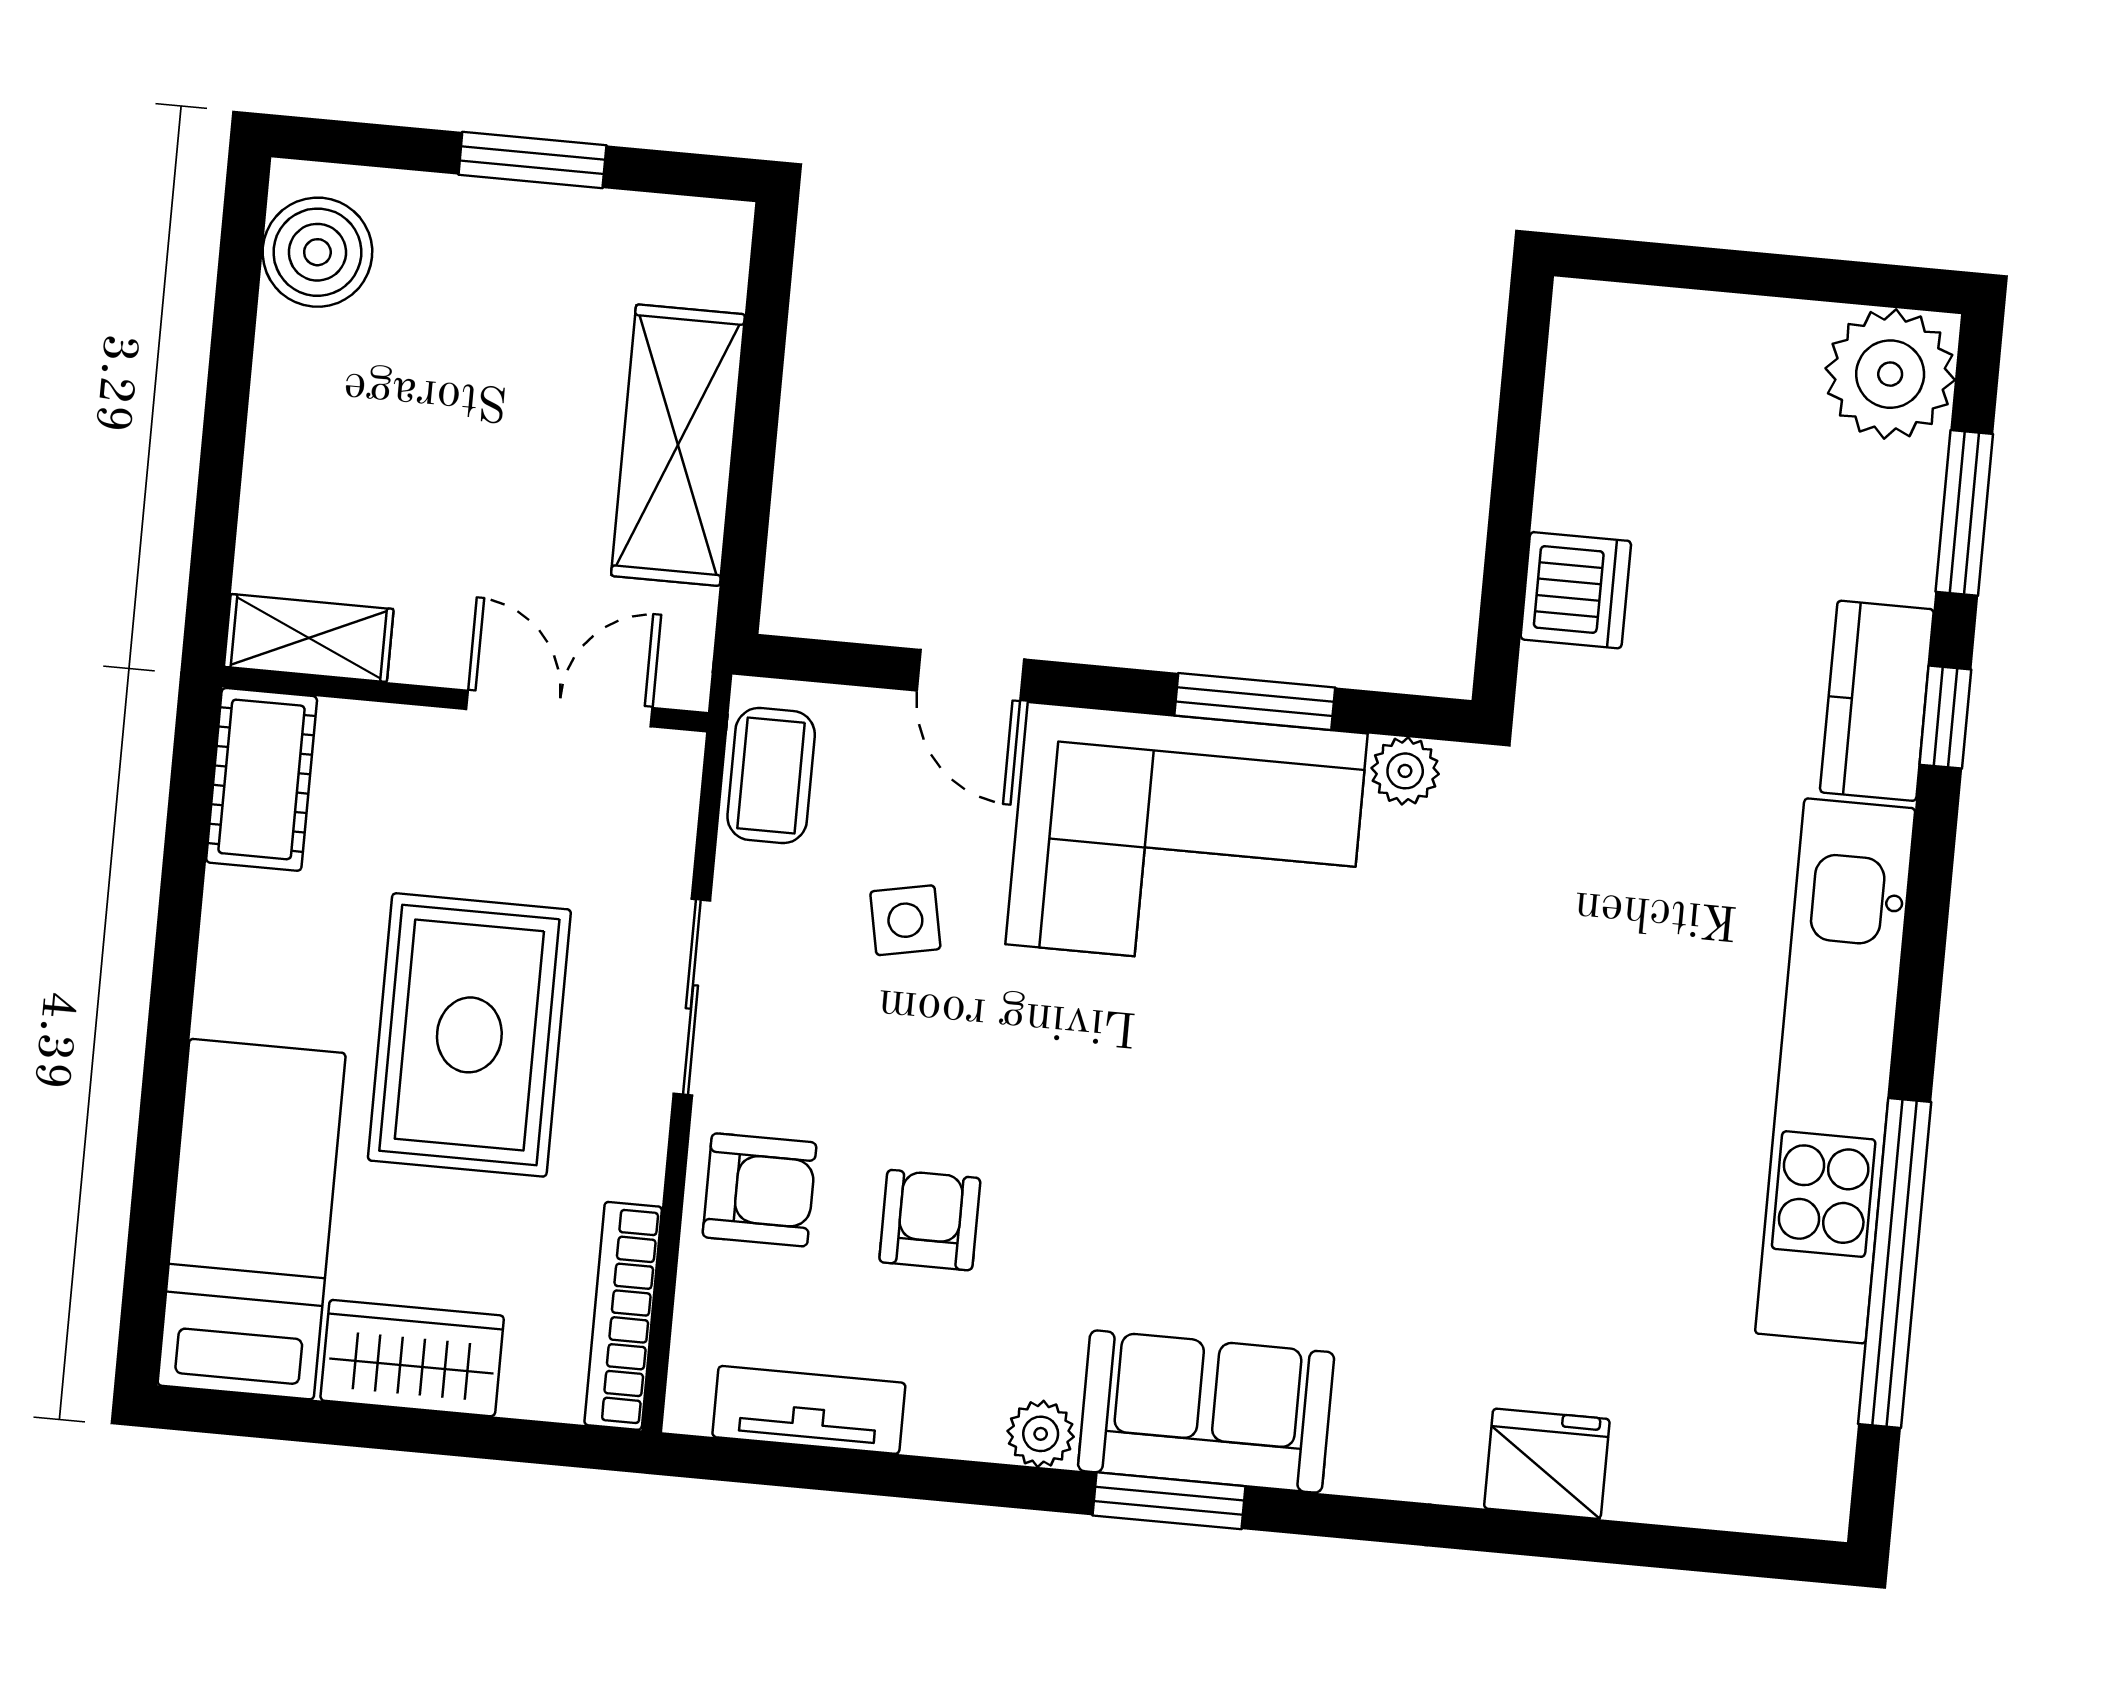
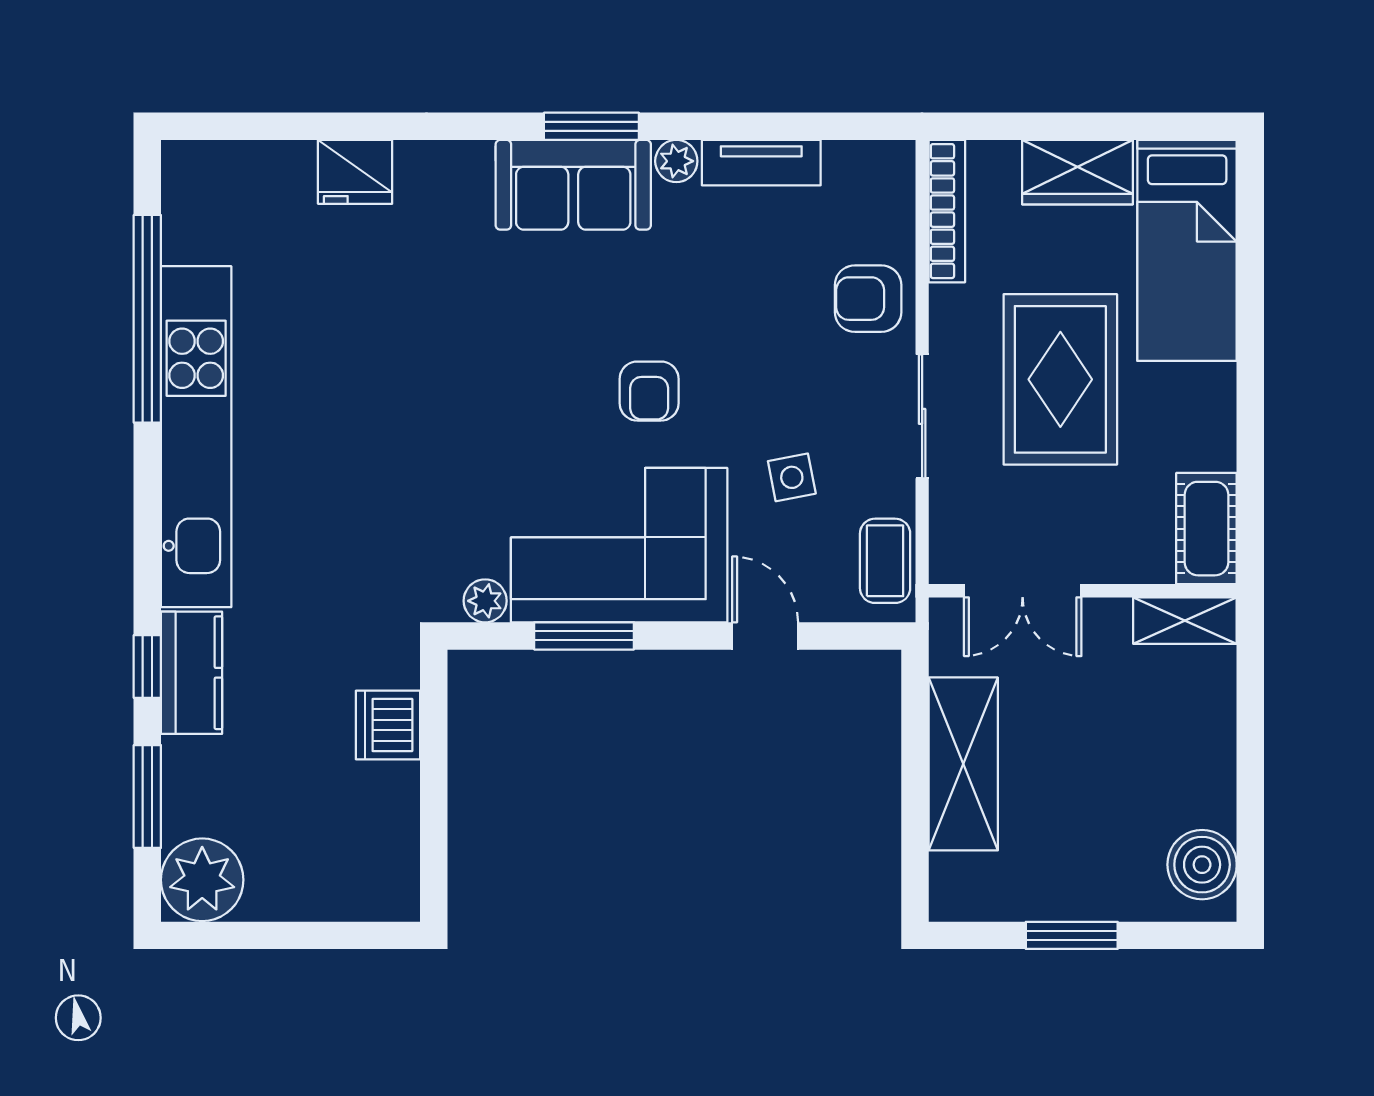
armchair: (930, 1220) -> (649, 391), moved
tv unit: (809, 1410) -> (761, 163), moved

